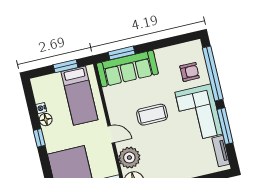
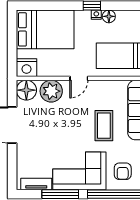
nightstand: (41, 108) -> (96, 15), moved
coffee table: (152, 115) -> (104, 126), moved

